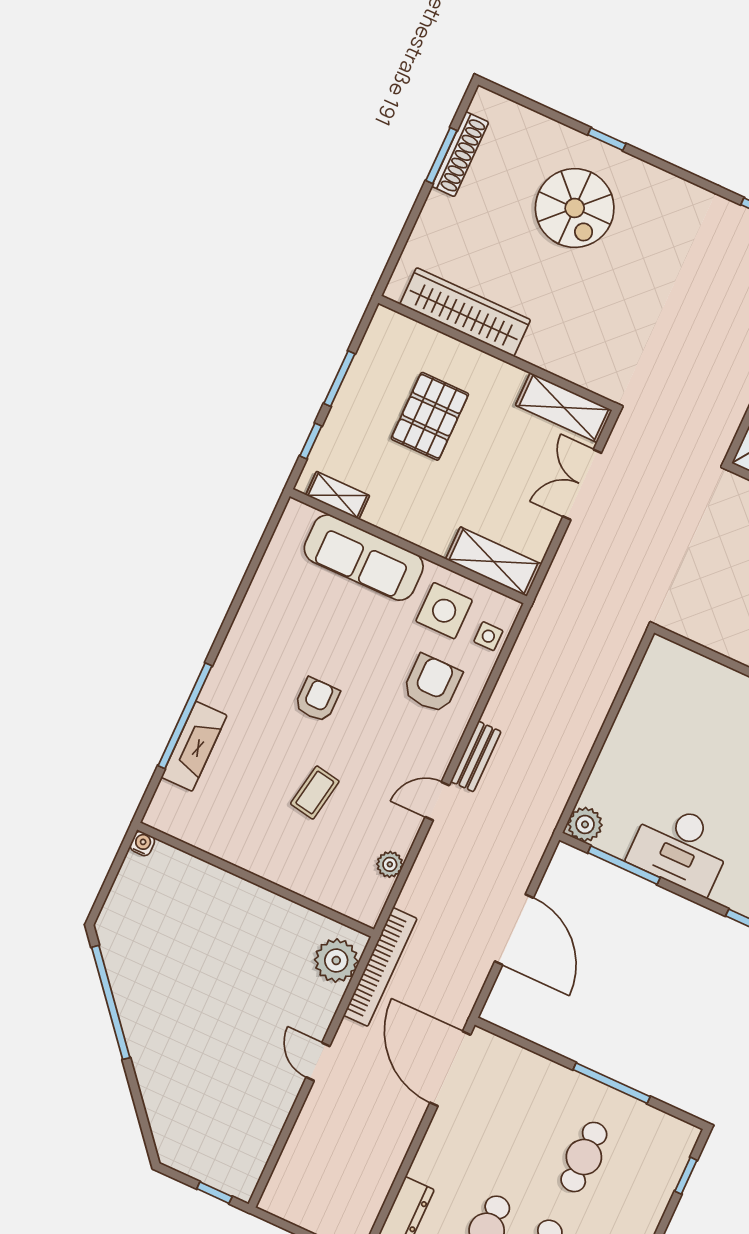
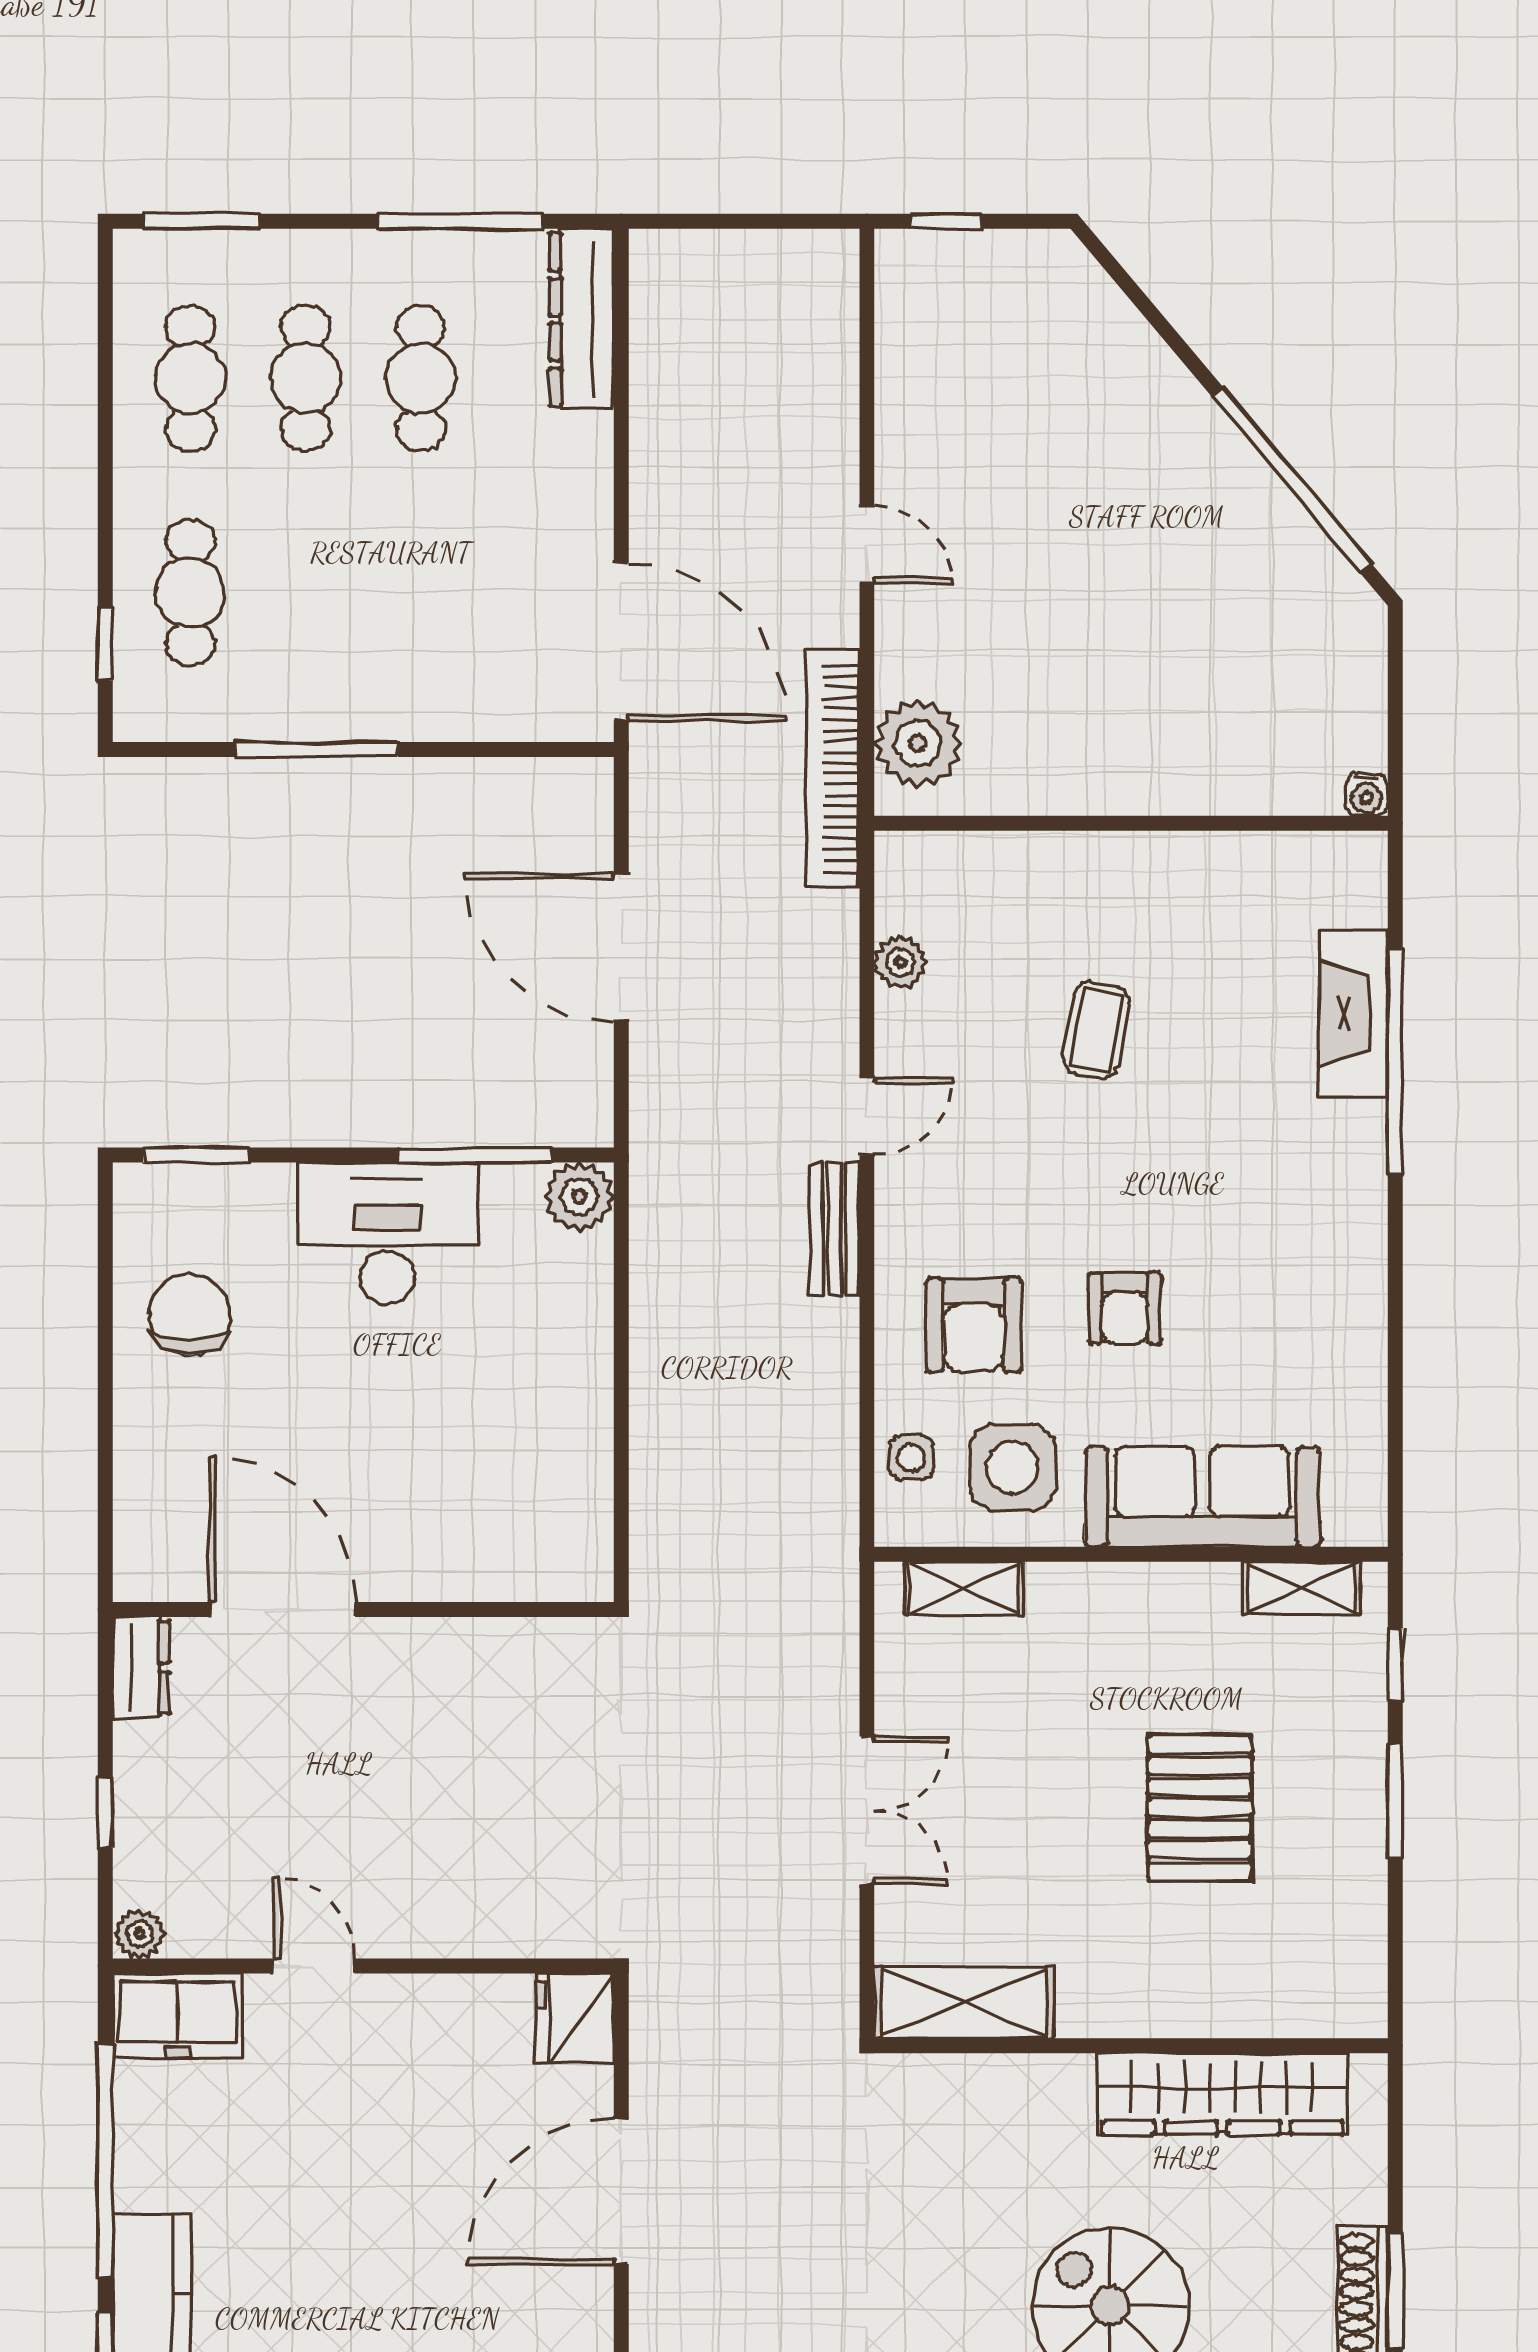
wardrobe: (465, 312) -> (1222, 2094), moved
wall: (497, 353) -> (1131, 2046), moved
shelving: (564, 408) -> (964, 2002), moved
shelving: (494, 562) -> (964, 1588), width x0.67, depth x0.75
armchair: (317, 700) -> (1125, 1308), moved
cafe table: (584, 1157) -> (190, 593), moved

